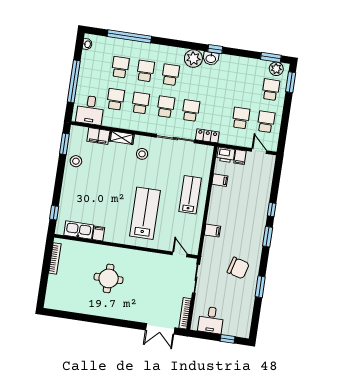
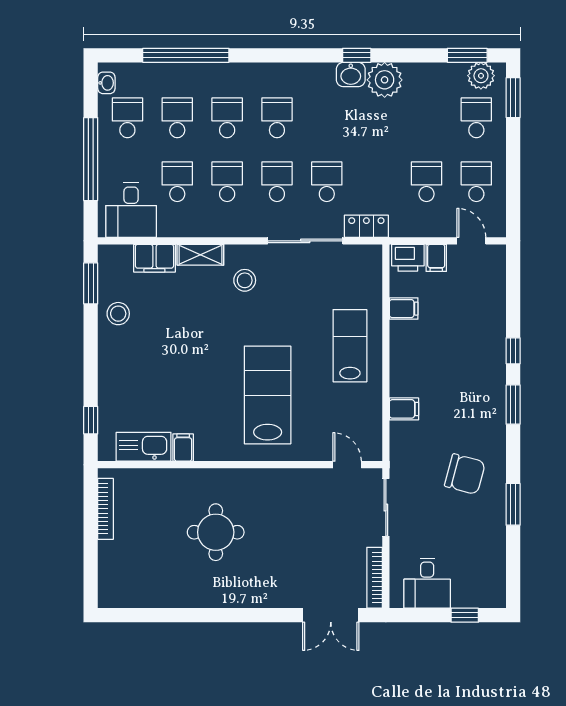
plant: (193, 59) -> (385, 80), moved
school desk: (95, 63) -> (127, 118), added

